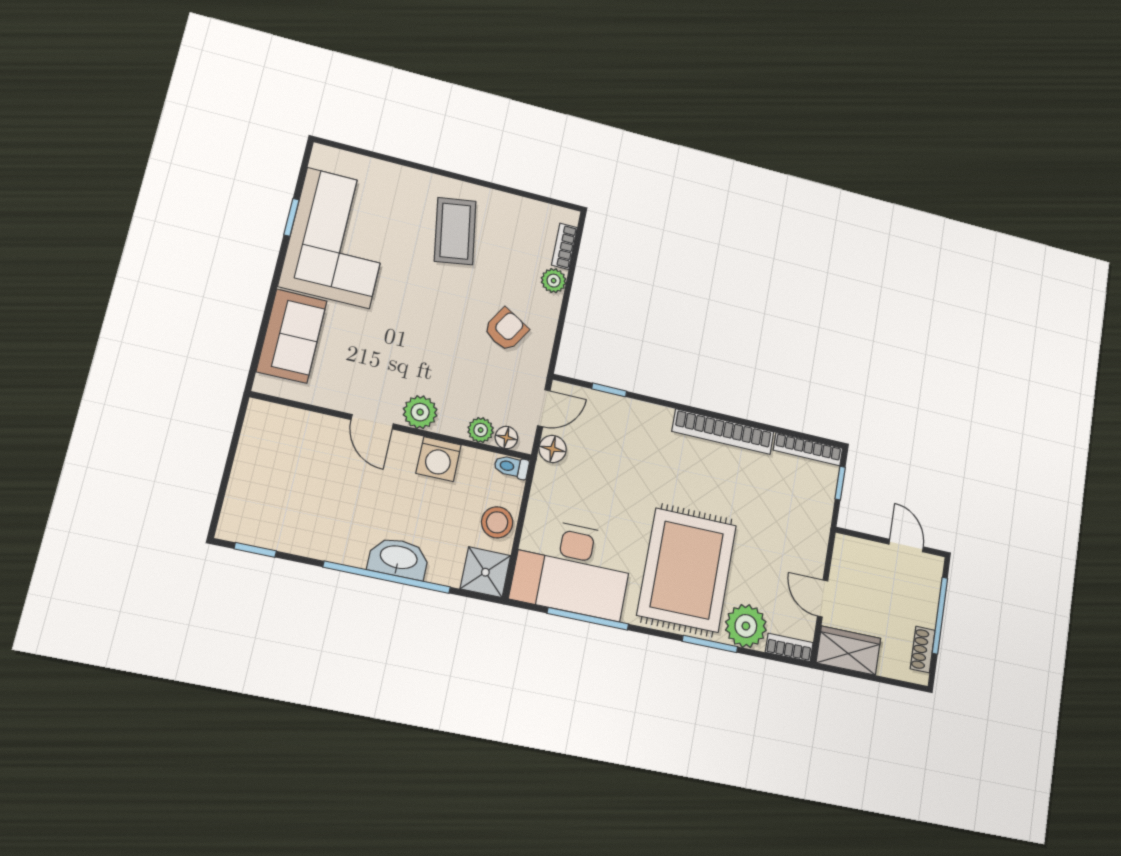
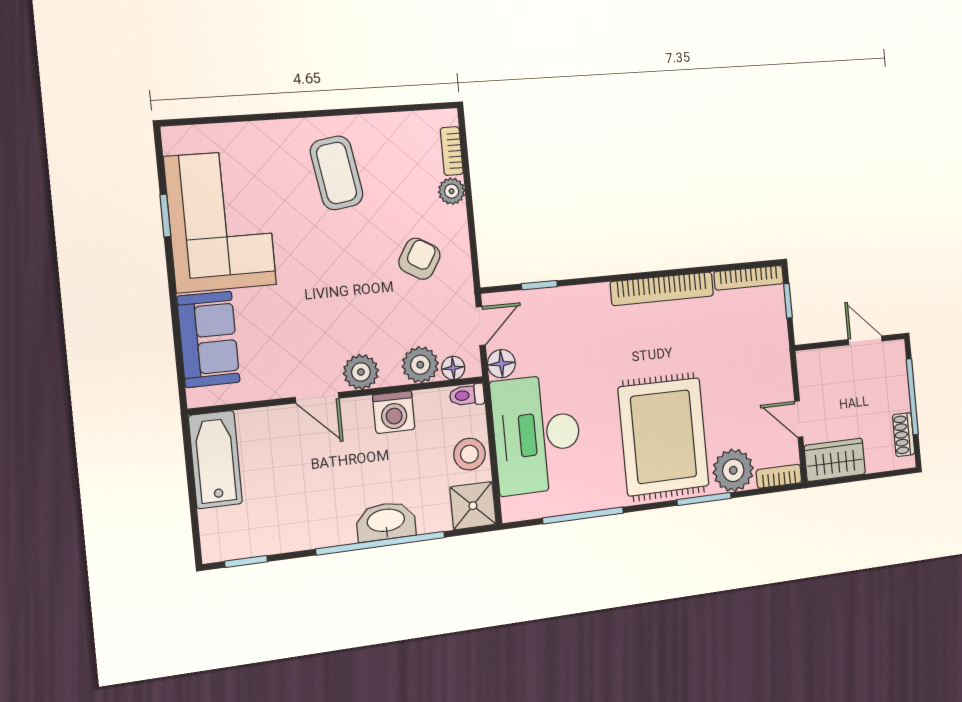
plant: (481, 430) -> (420, 365), width x1.38, depth x1.38
bathtub: (260, 446) -> (215, 460), added
desk: (572, 568) -> (537, 434), moved, turned 90

